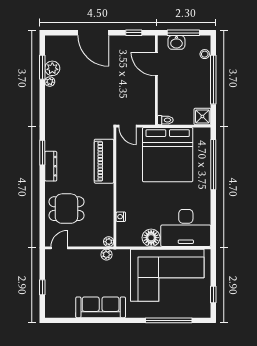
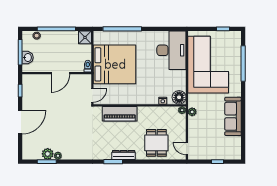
door: (156, 64) -> (60, 73), moved
floor lamp: (151, 238) -> (179, 97), moved

